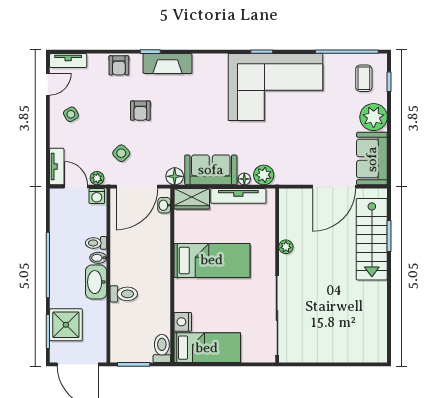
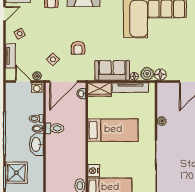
armchair: (140, 111) -> (78, 48), moved
tv unit: (57, 167) -> (10, 56), moved
floor lamp: (175, 176) -> (160, 75), moved
toilet: (124, 294) -> (55, 128), moved

